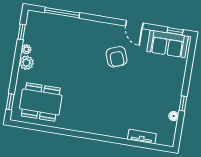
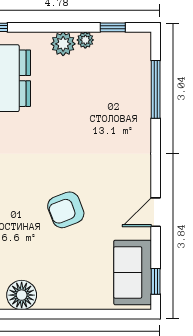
armchair: (117, 57) -> (66, 210), moved
window: (183, 104) -> (38, 314), removed
floor lamp: (174, 116) -> (22, 295), width x1.89, depth x1.89

